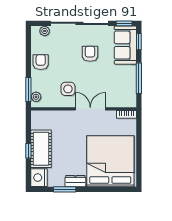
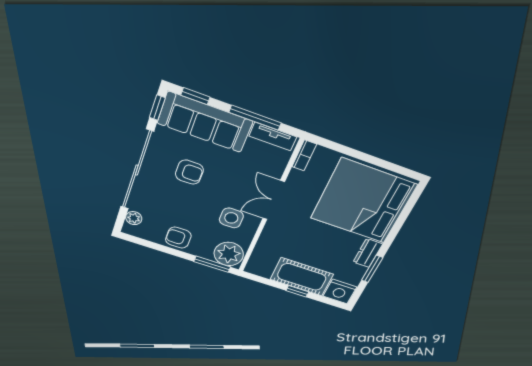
sofa: (125, 45) -> (205, 122), width x1.36
armchair: (90, 54) -> (189, 172), turned 180
tv unit: (131, 92) -> (273, 137), added
plant: (36, 97) -> (229, 254), width x1.88, depth x1.88

